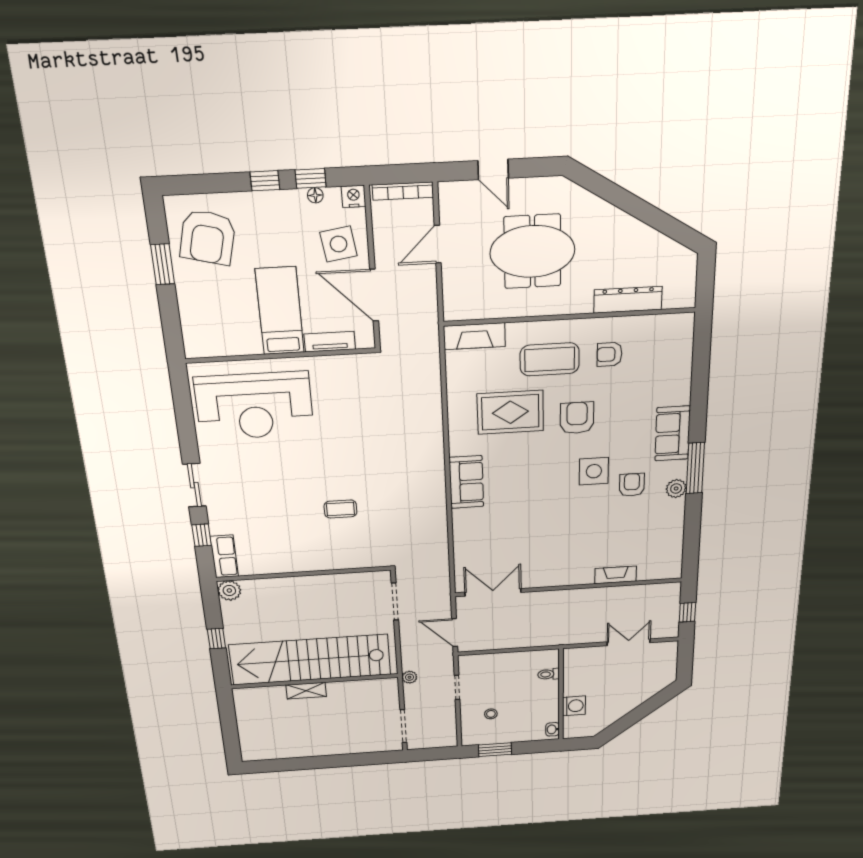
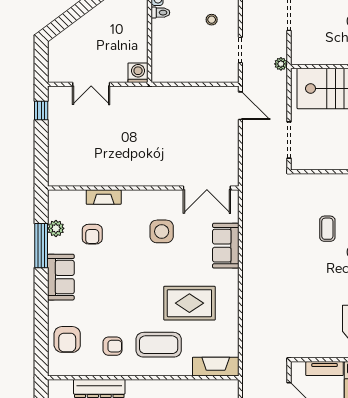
armchair: (577, 418) -> (67, 339), moved
side table: (594, 471) -> (162, 231), moved
coffee table: (340, 509) -> (327, 229), turned 90
fireplace: (616, 575) -> (104, 197), moved
wall: (569, 587) -> (143, 188), moved
double door: (493, 592) -> (207, 188), moved
toilet: (549, 674) -> (160, 13), moved
washing machine: (574, 706) -> (138, 73), moved, turned 90

